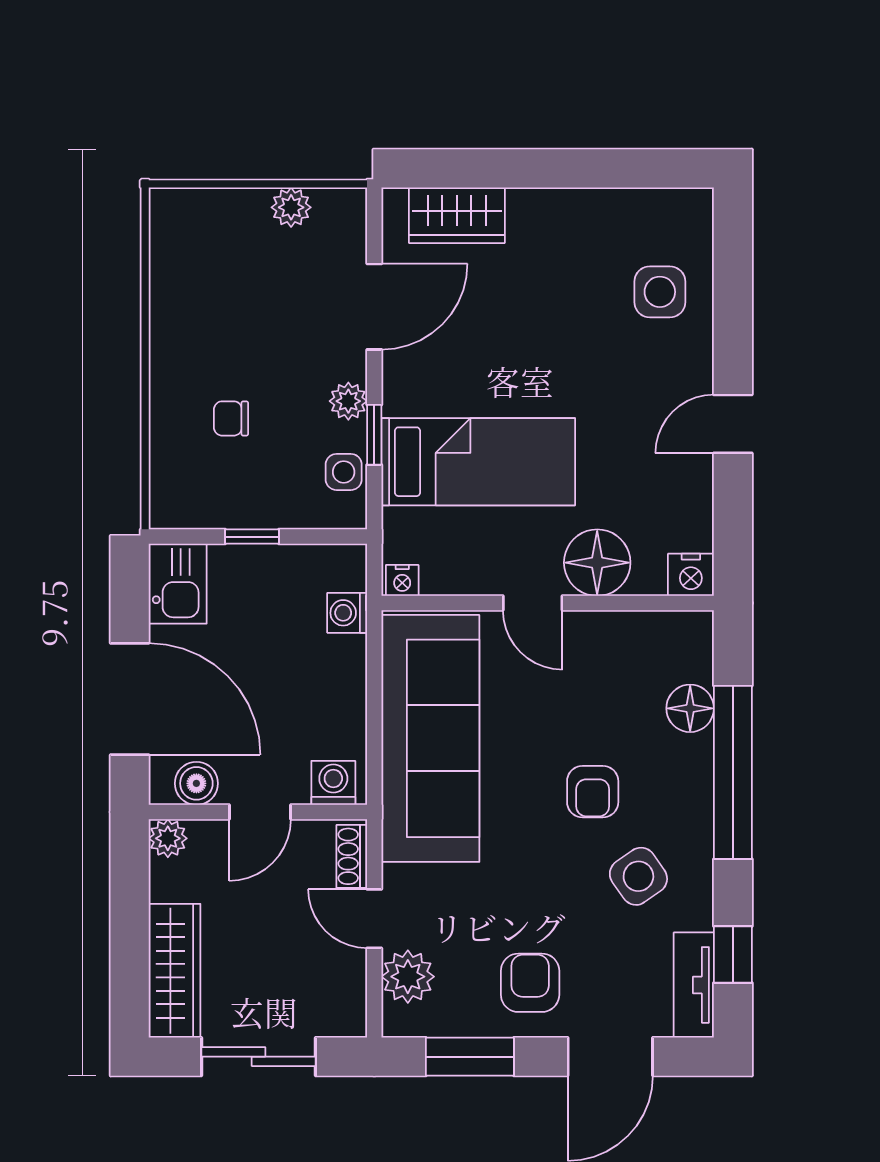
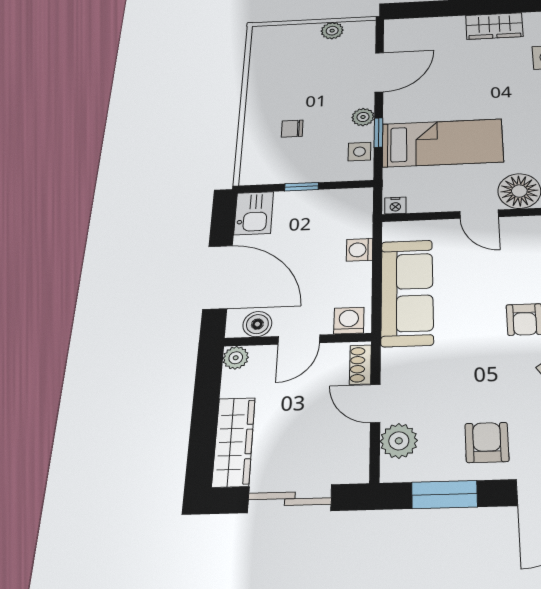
wardrobe: (457, 215) -> (494, 26), moved
washing machine: (347, 613) -> (360, 250), moved
sofa: (430, 738) -> (407, 292), width x0.74, depth x0.79

